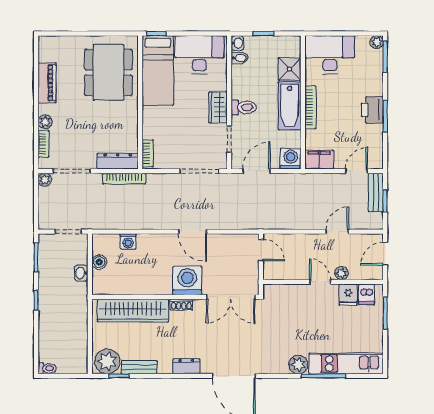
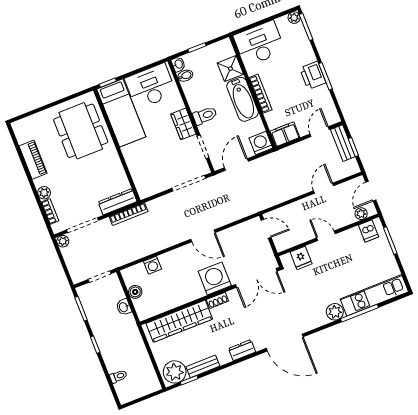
bookcase: (148, 153) -> (140, 185), removed
plant: (342, 273) -> (361, 214), moved
fridge: (348, 295) -> (301, 258), moved
toilet: (47, 368) -> (118, 376), moved

